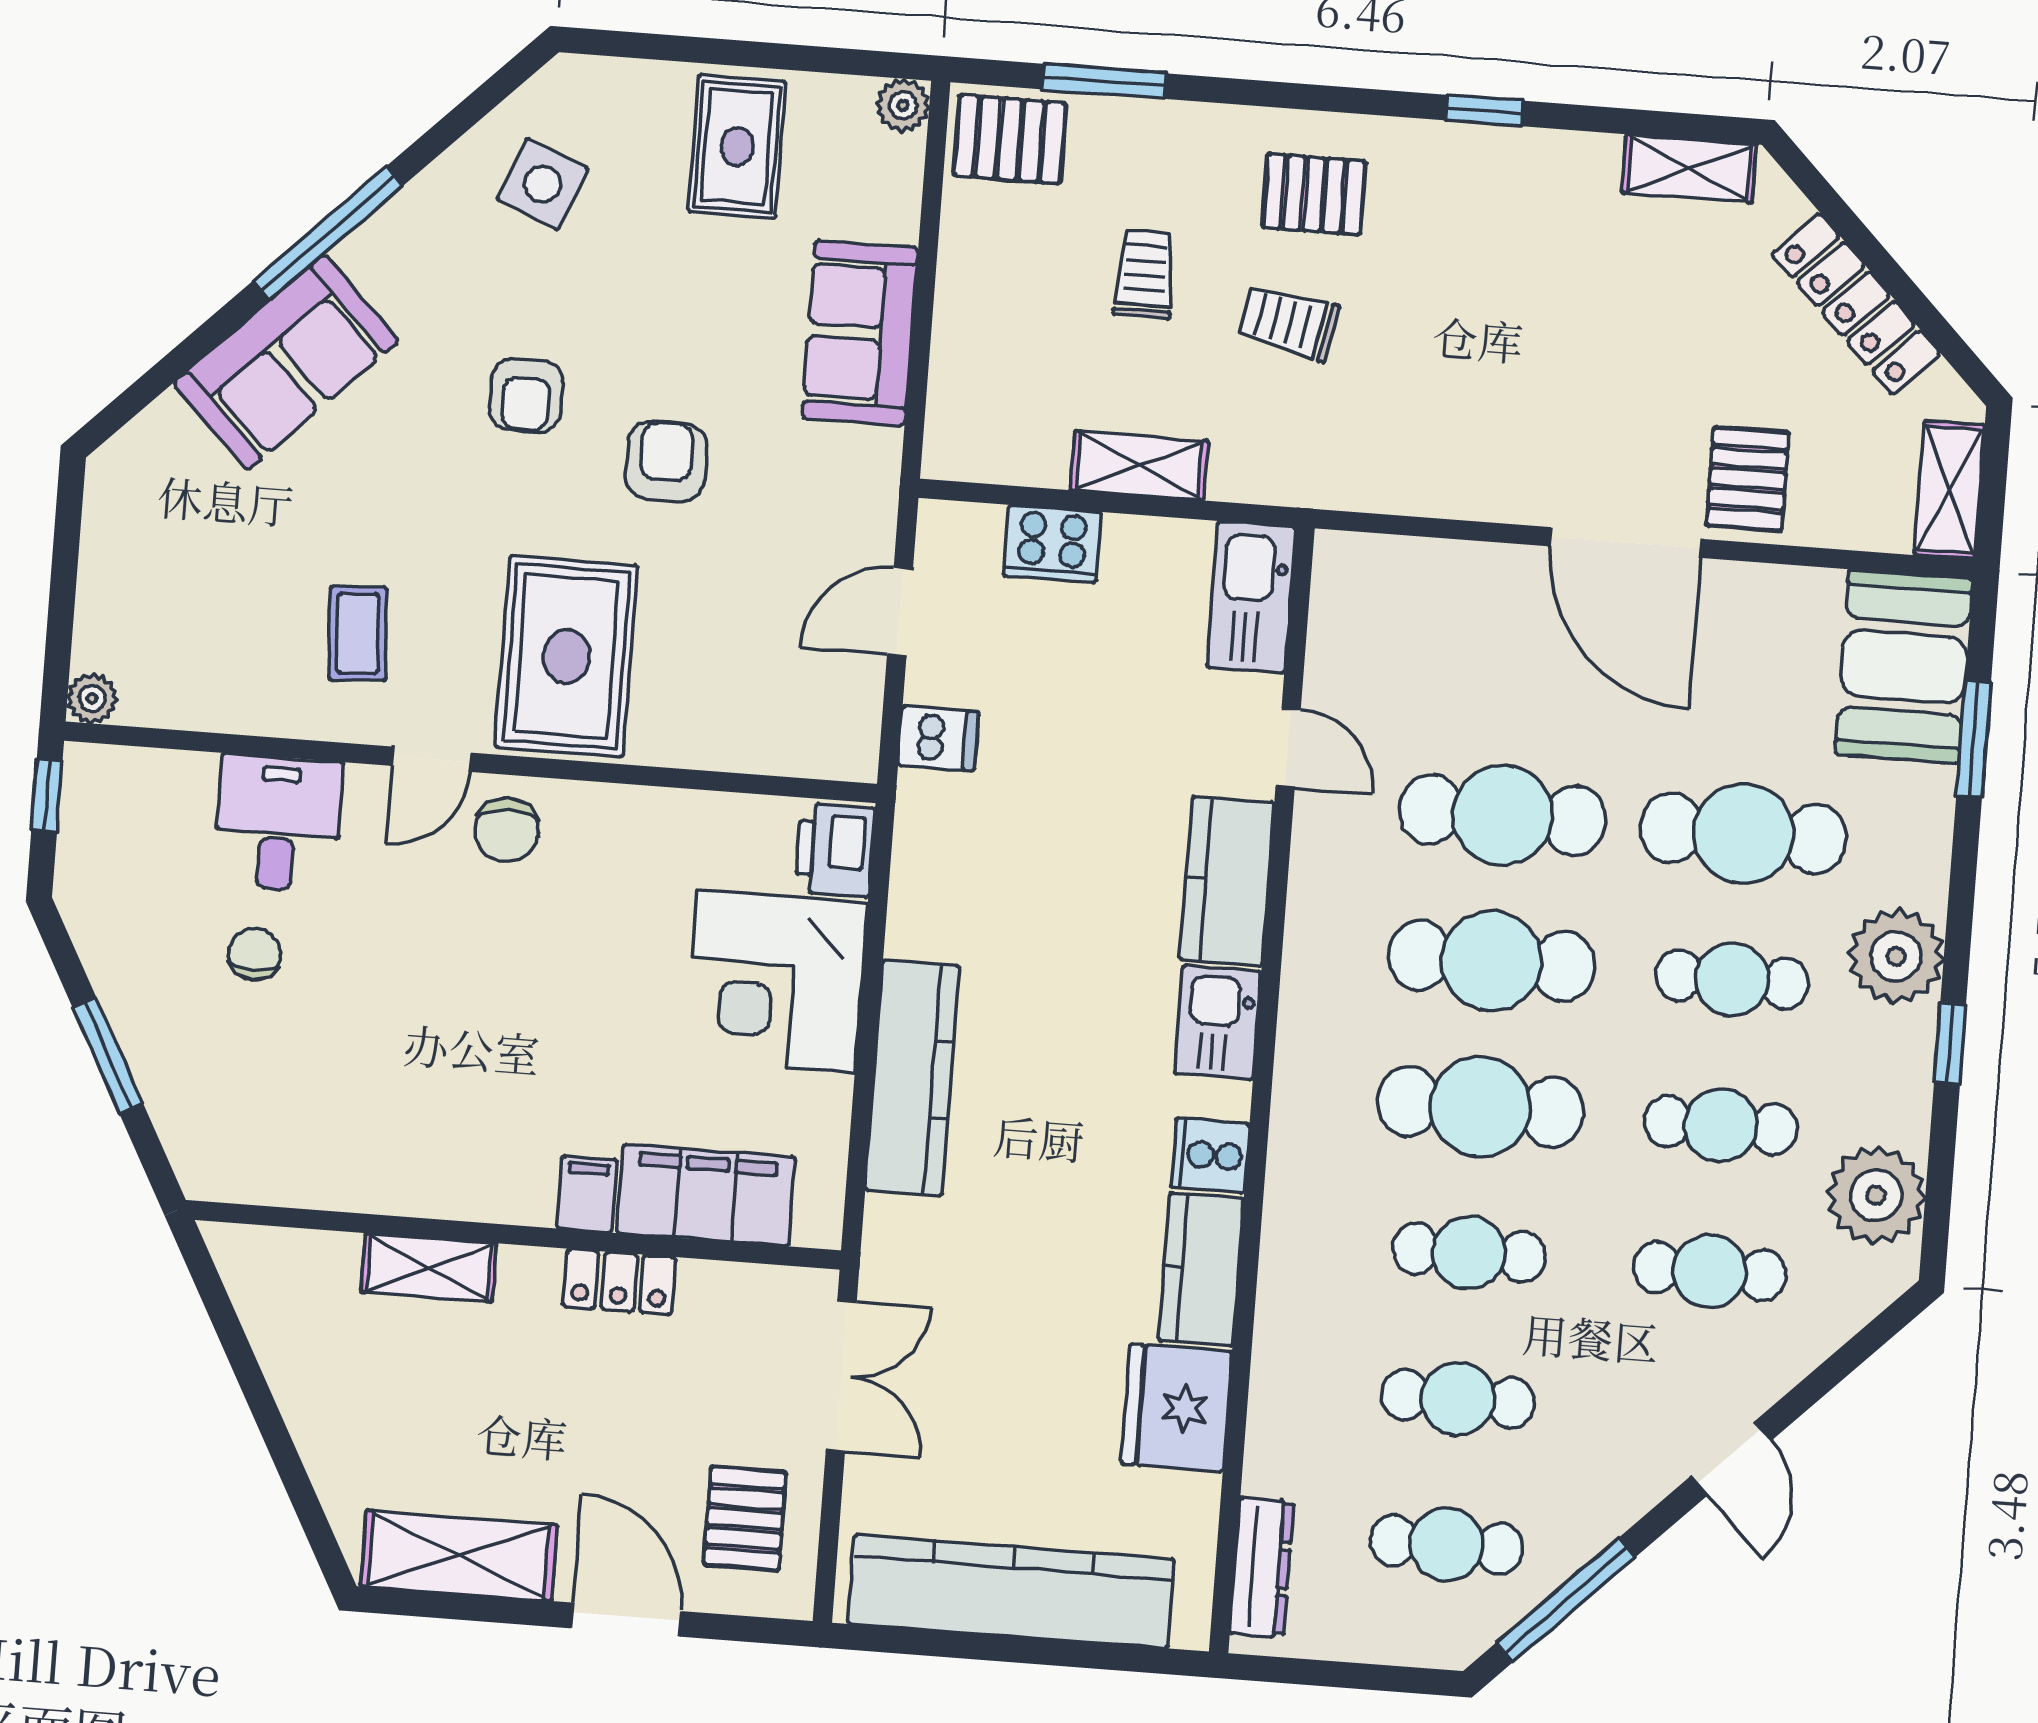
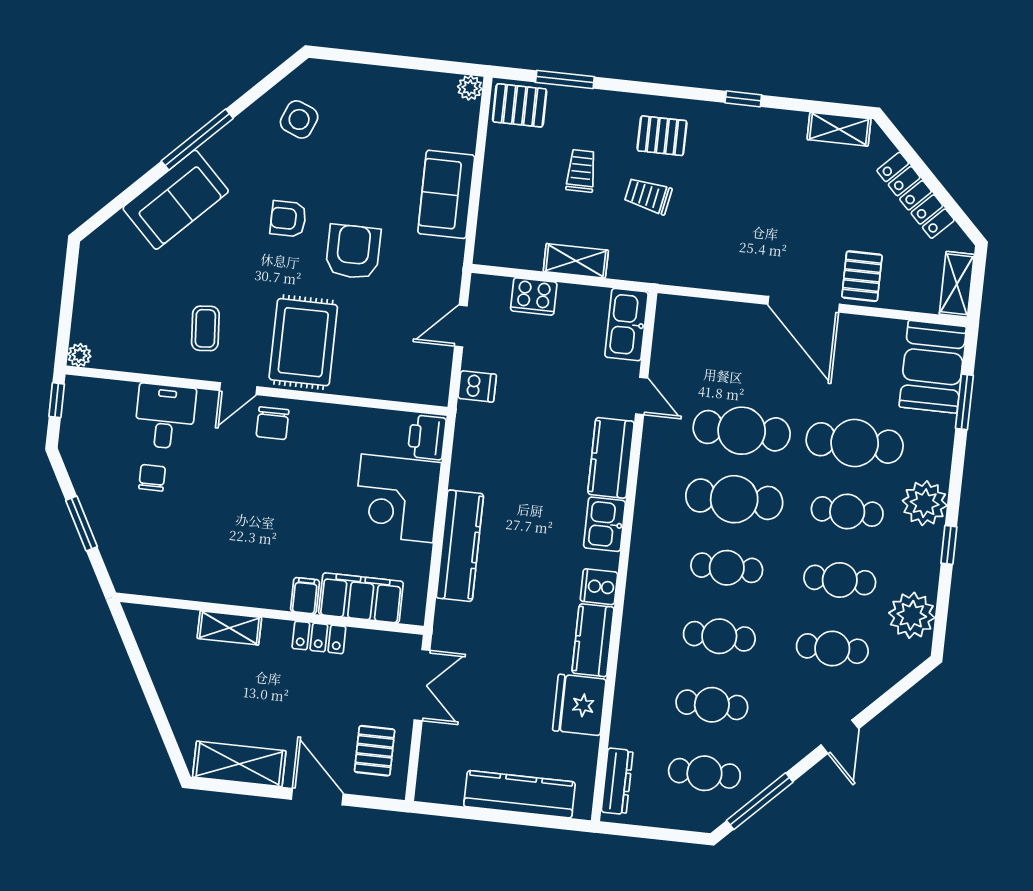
rug: (737, 147) -> (391, 105), removed
armchair: (526, 395) -> (288, 219), turned 90
armchair: (666, 461) -> (353, 252), width x1.38, depth x1.38
cafe table: (1480, 1107) -> (727, 568), width x0.73, depth x0.74
kitchen counter: (1011, 1591) -> (520, 794), width x0.72, depth x0.86

